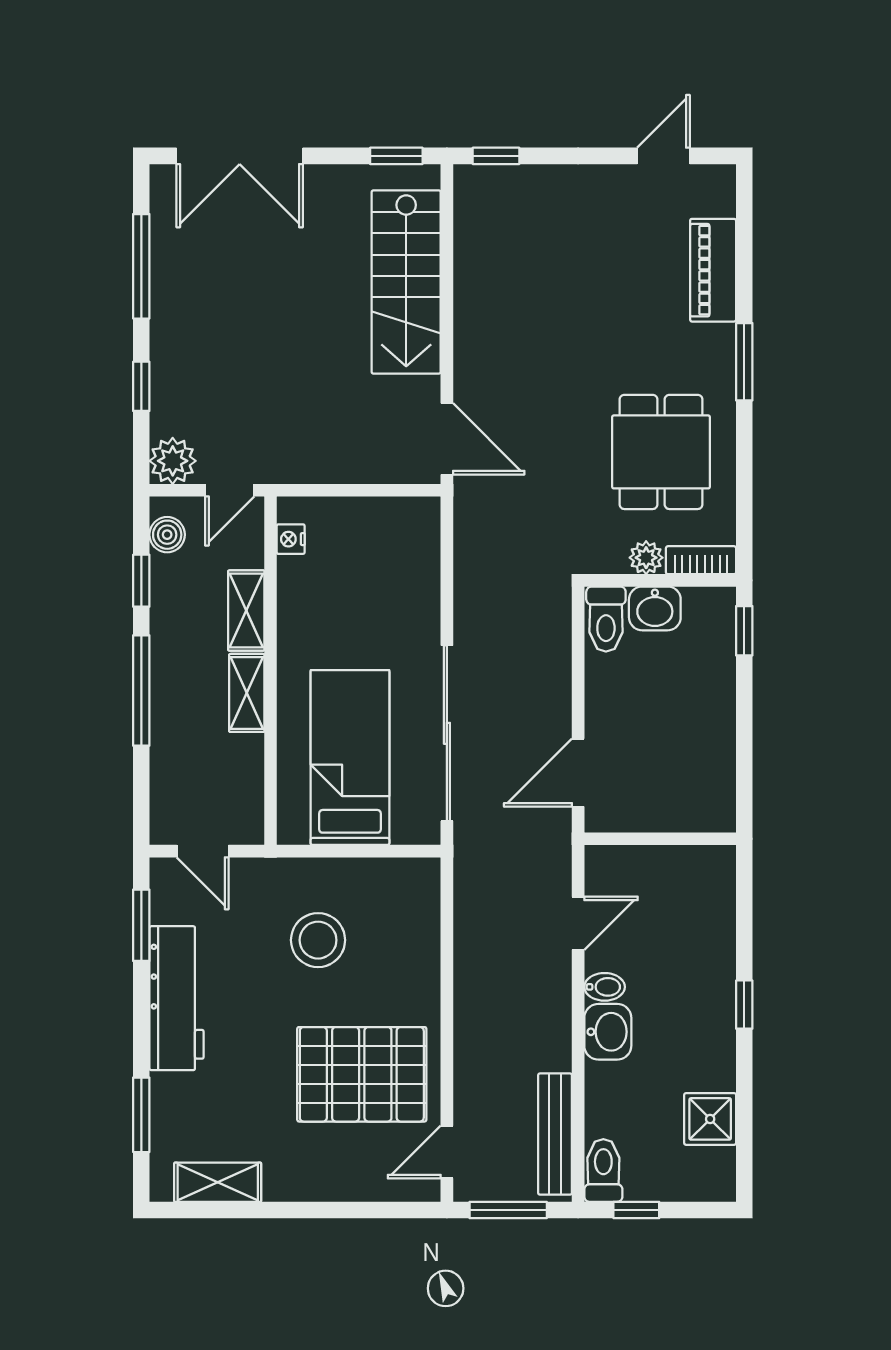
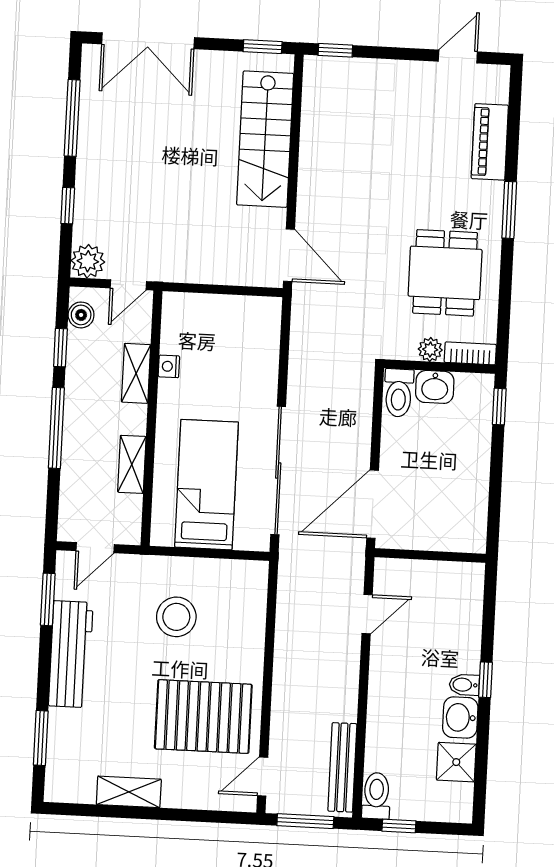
nightstand: (291, 539) -> (169, 366), moved
shelving: (247, 693) -> (132, 464), moved
door: (578, 773) -> (373, 504), width x1.36
door: (203, 851) -> (95, 548), hinge flipped
bidet: (605, 987) -> (464, 685), moved, turned 180
washbasin: (608, 1032) -> (460, 718), moved, turned 180
shelving: (218, 1182) -> (129, 792), moved

